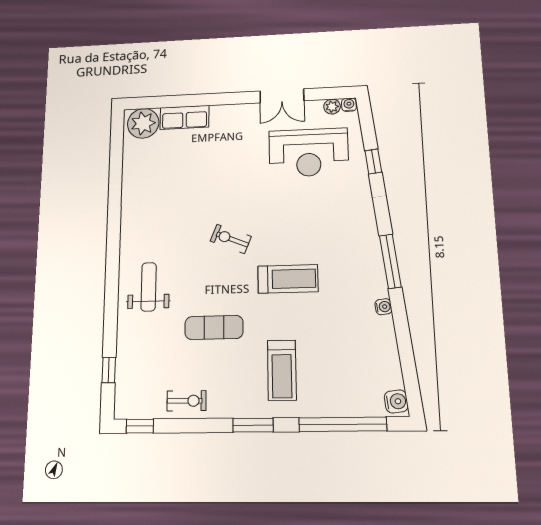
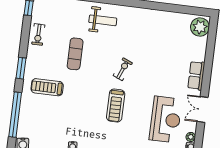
row of seats: (185, 117) -> (196, 75), moved
reception desk: (308, 153) -> (166, 120), turned 180
treadmill: (288, 279) -> (116, 106), moved

